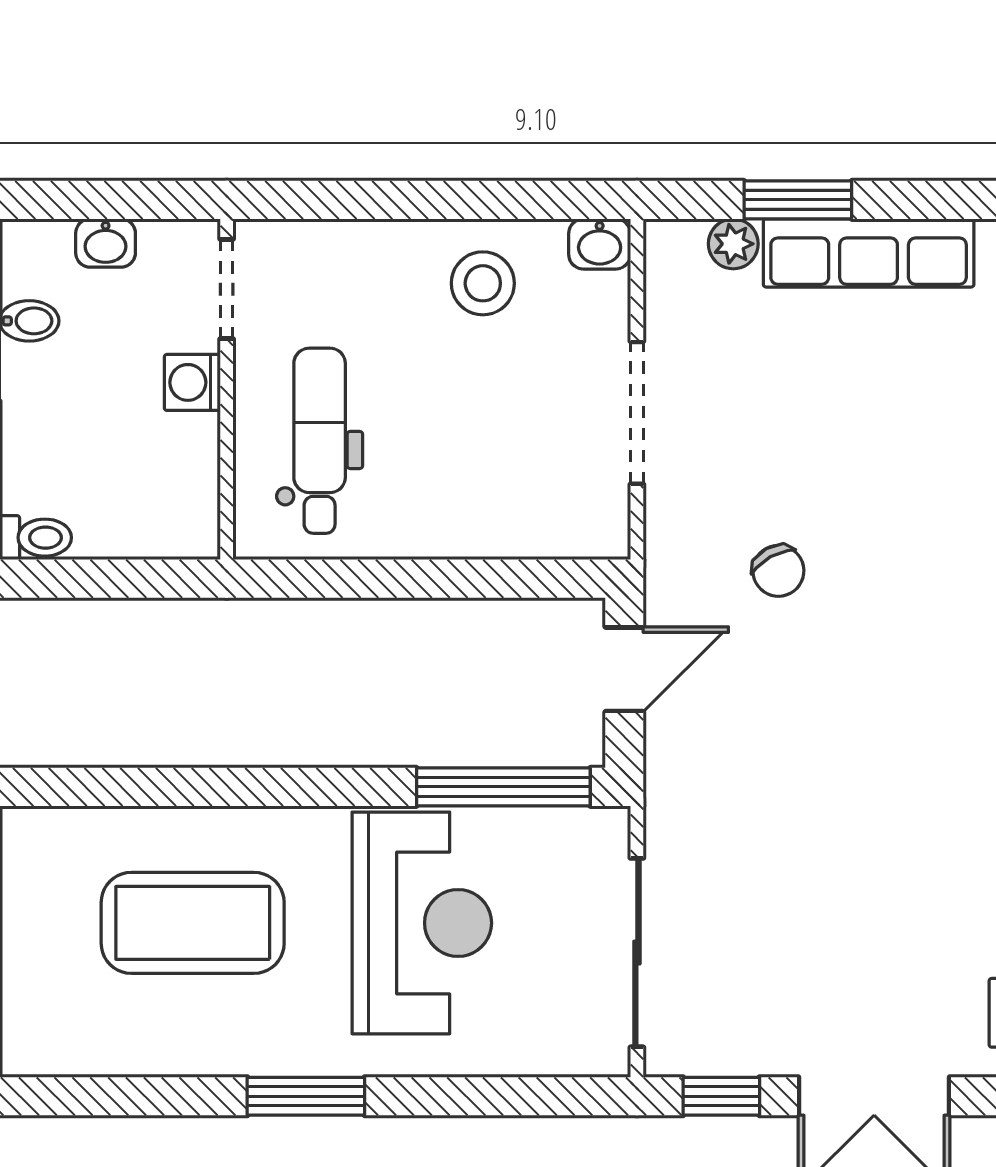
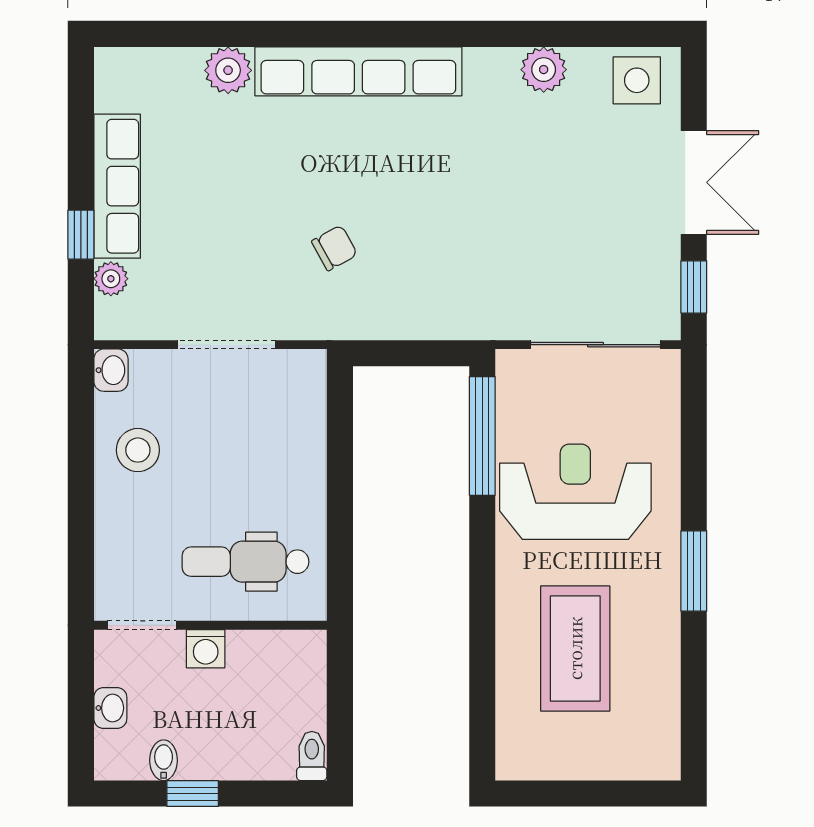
window: (798, 200) -> (81, 235), width x0.67
door: (624, 669) -> (402, 353), removed

